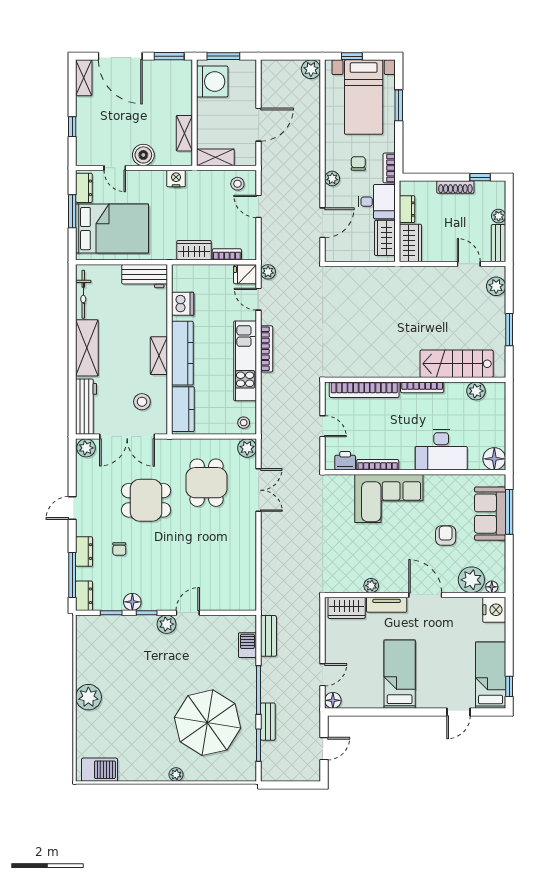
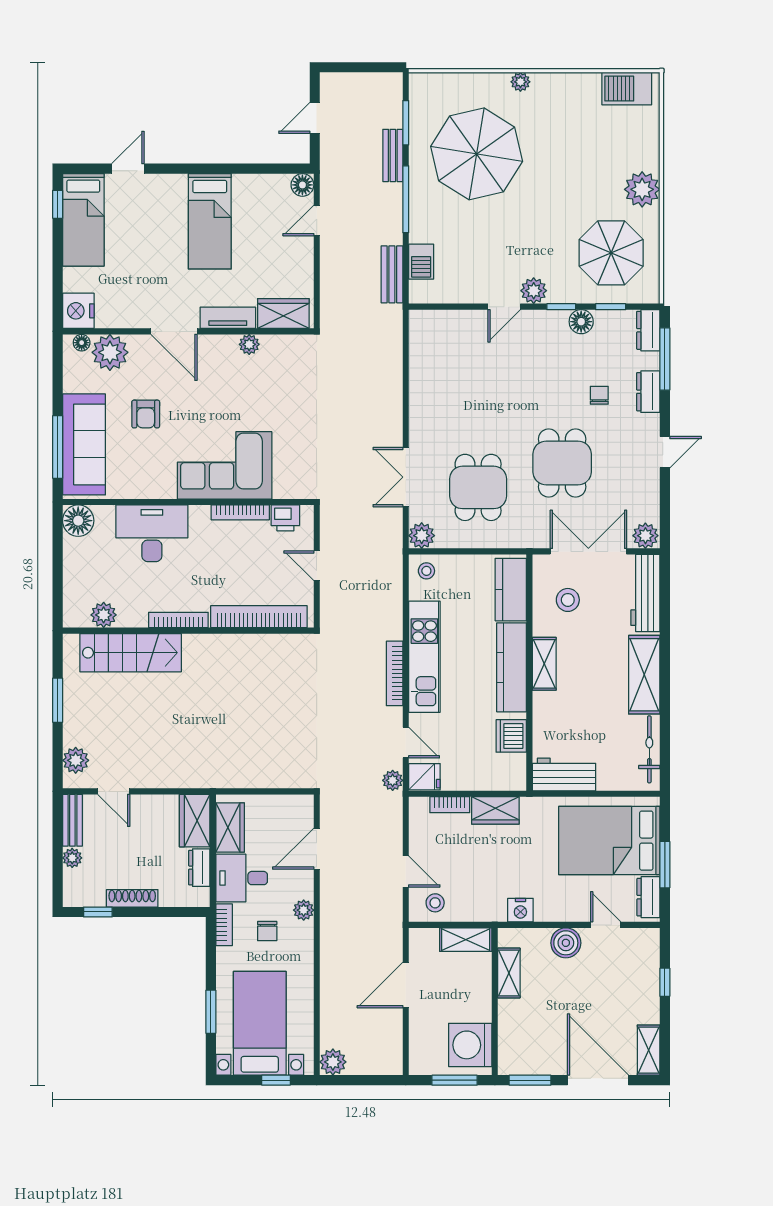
dining table: (146, 500) -> (562, 463), turned 90
sofa: (490, 514) -> (84, 444), width x1.36
parasol: (111, 651) -> (611, 253), added

